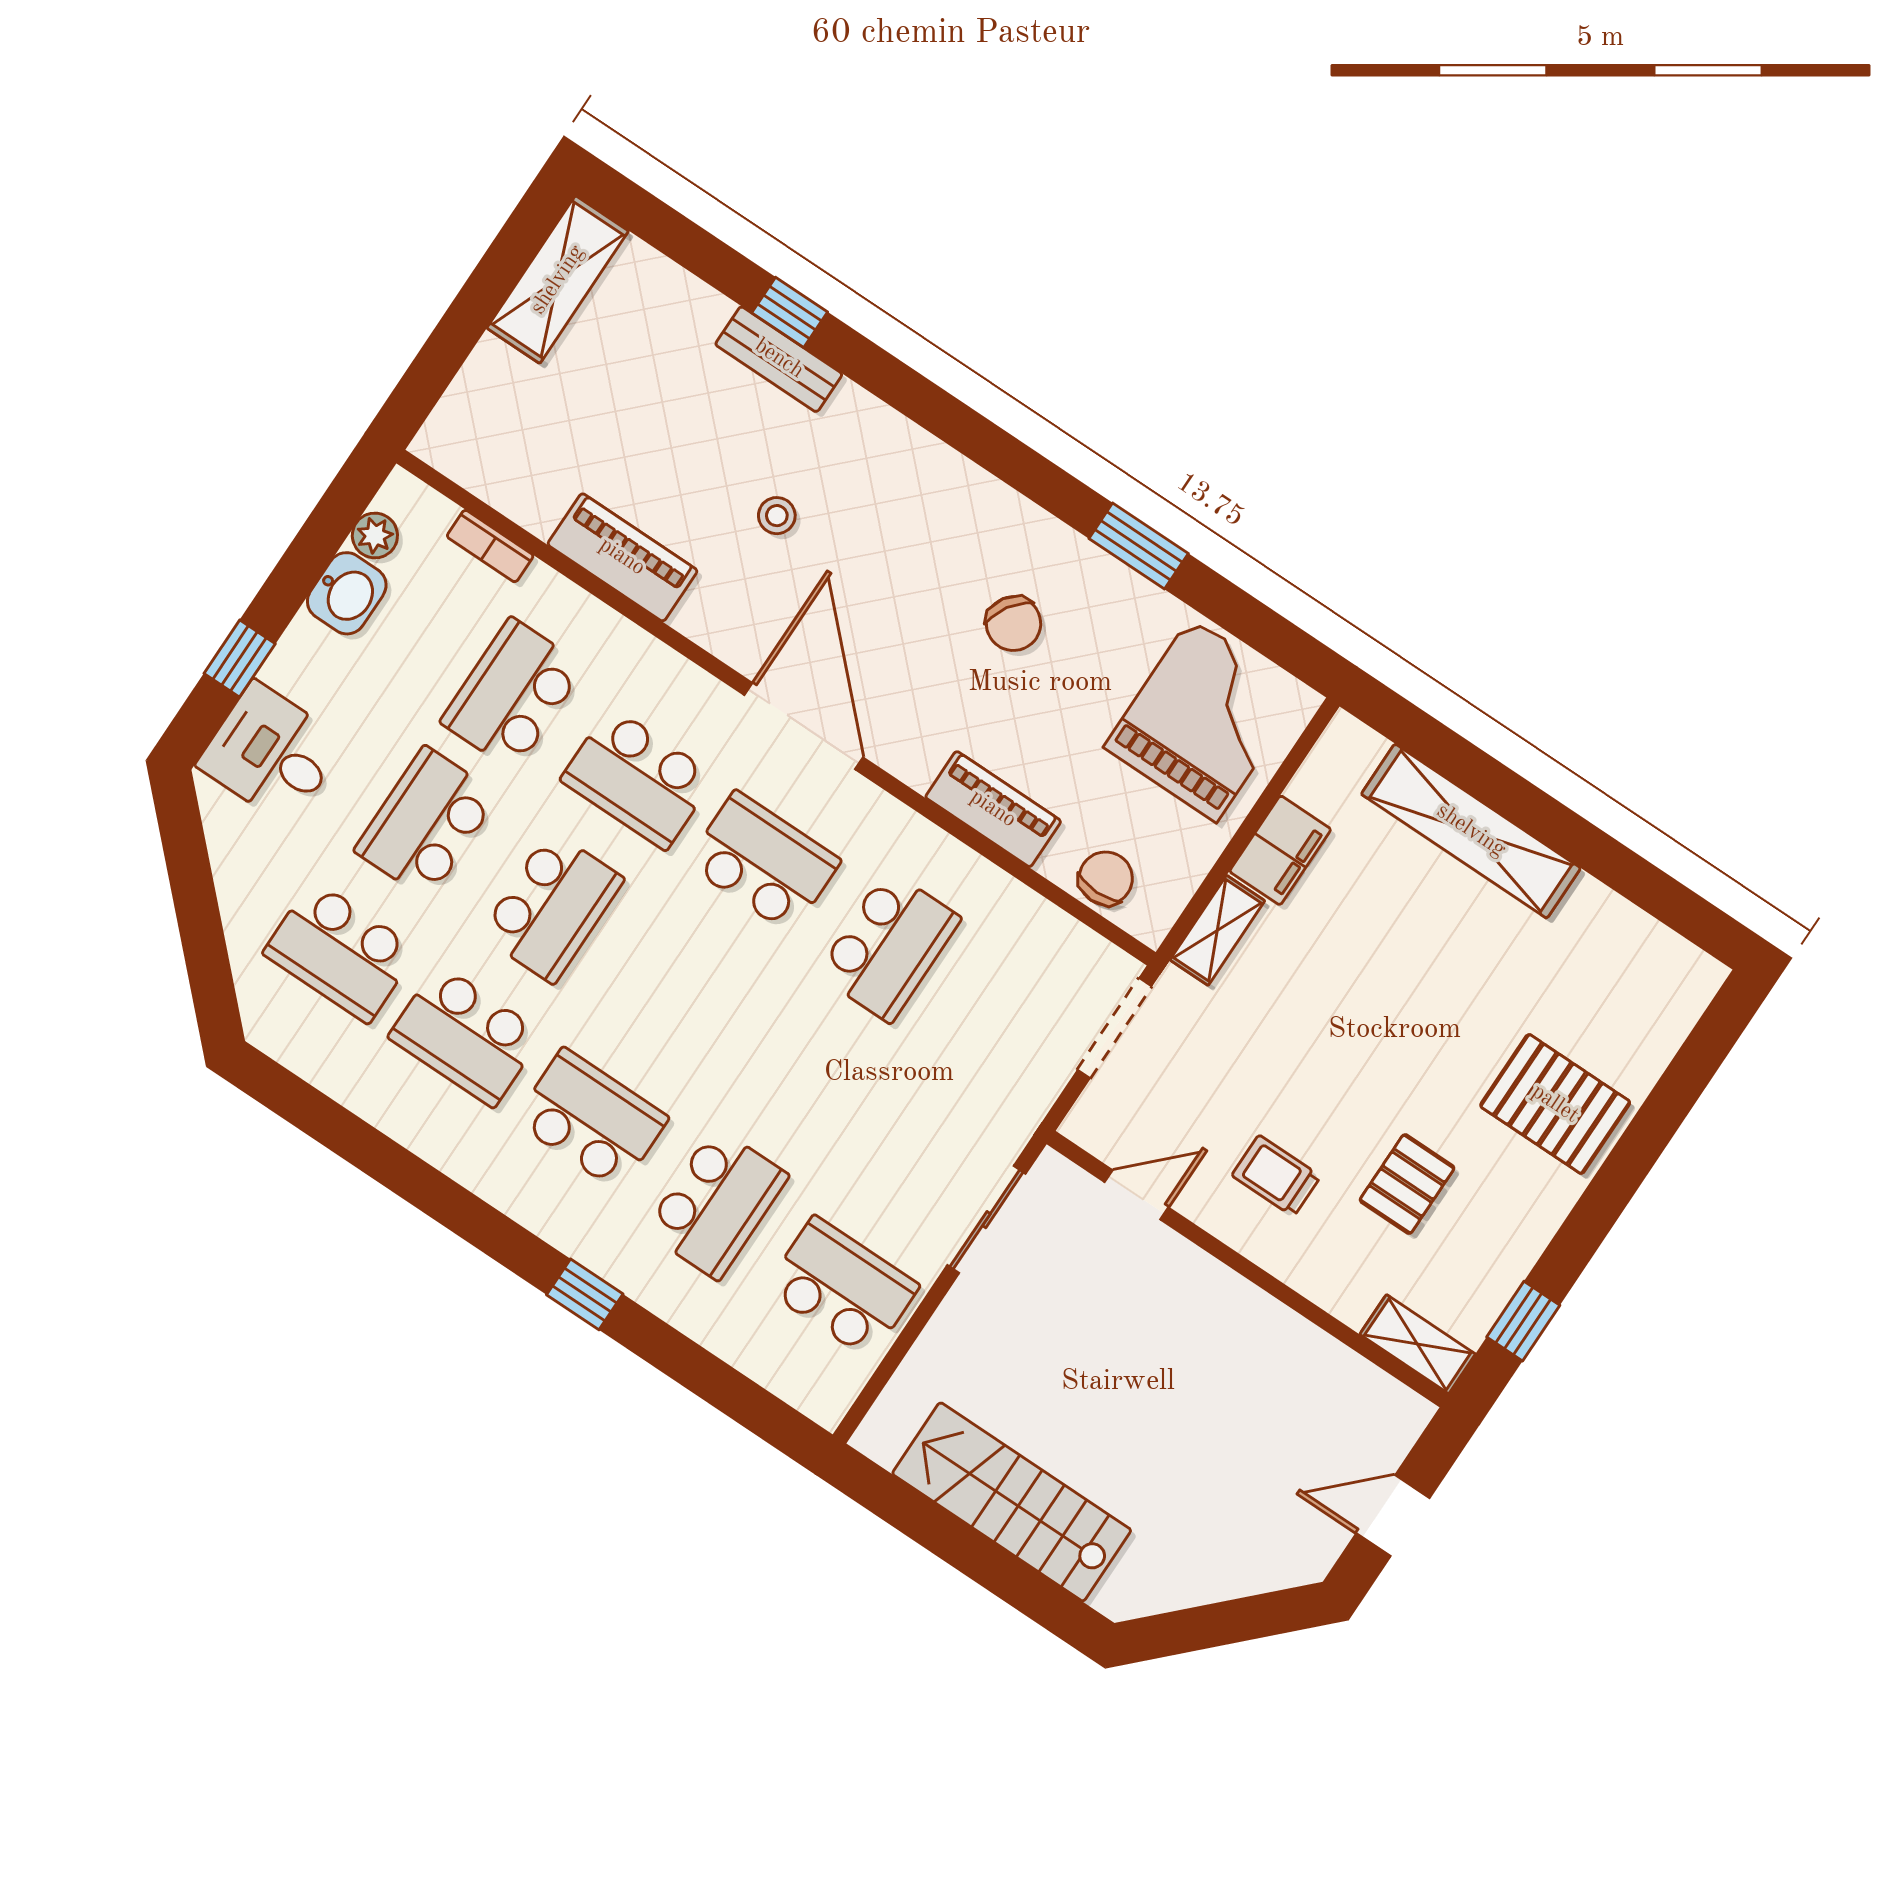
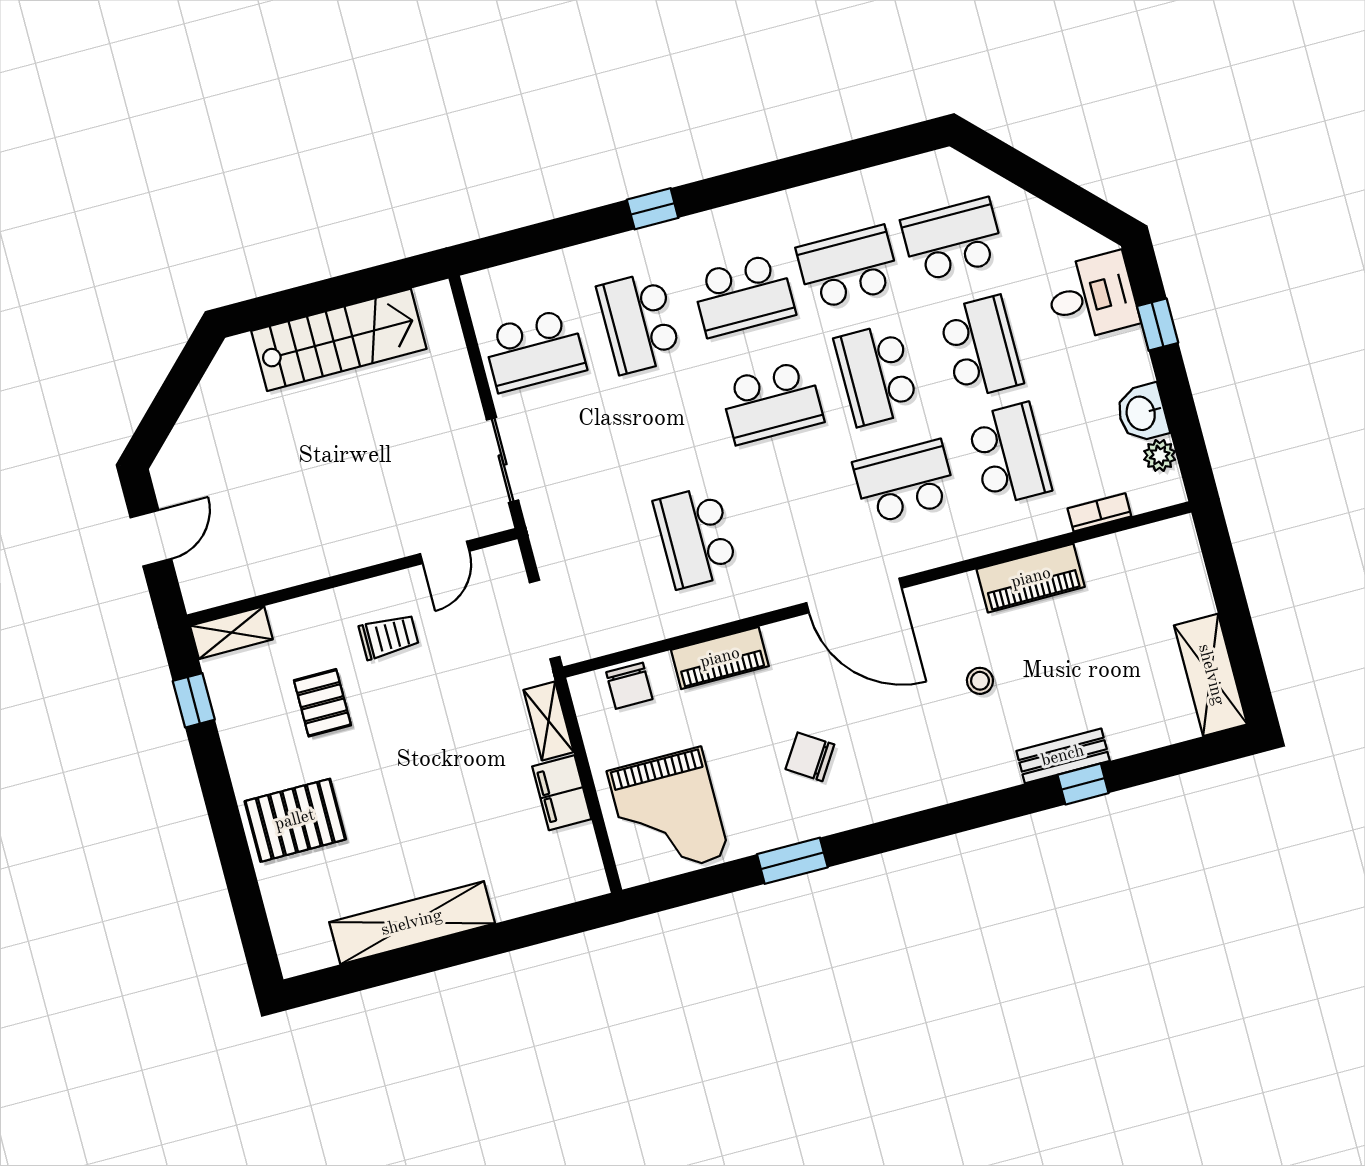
shelving: (1471, 831) -> (412, 923), moved
school desk: (763, 862) -> (772, 402), moved

